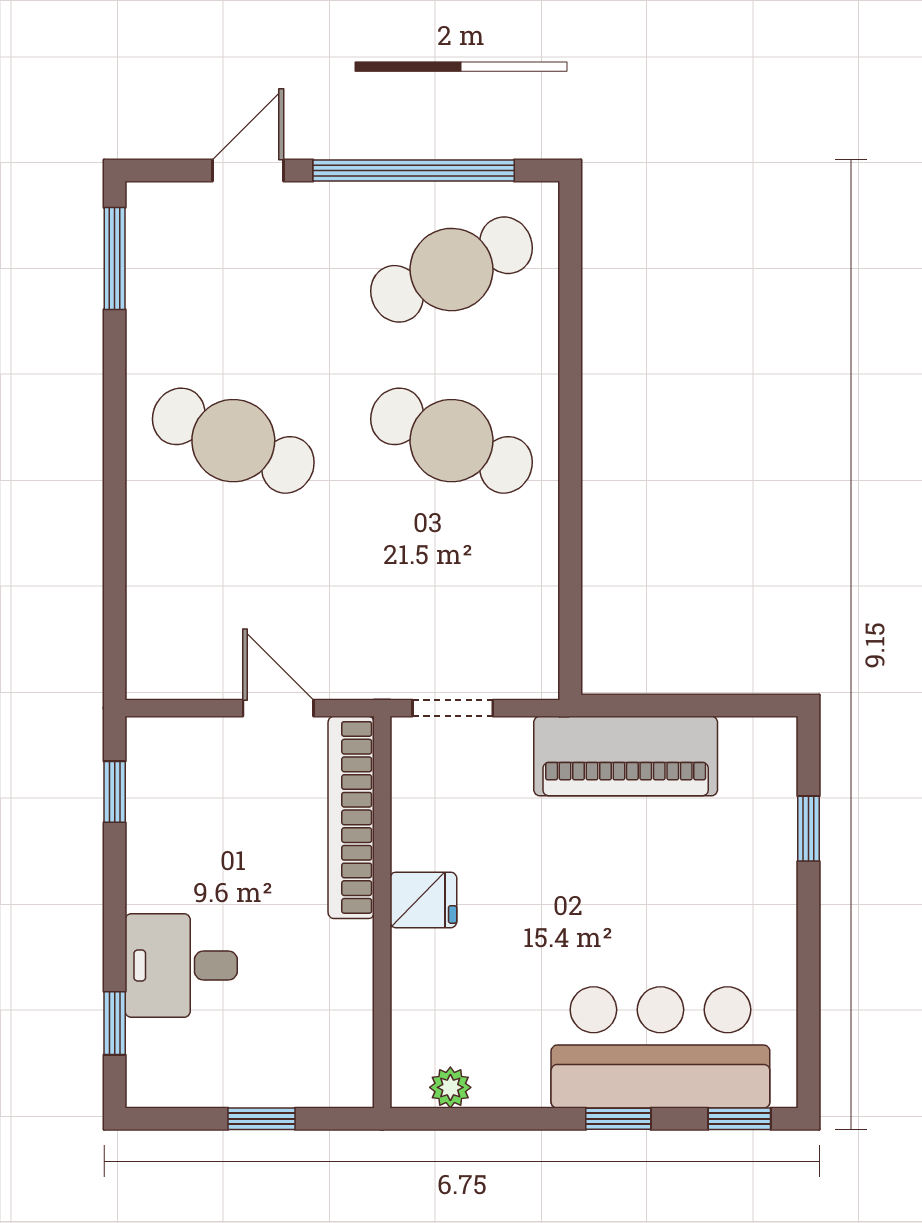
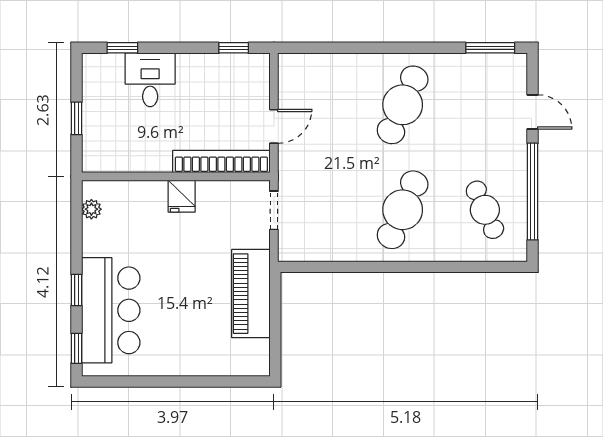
cafe table: (451, 270) -> (485, 210), width x0.73, depth x0.74
window: (809, 829) -> (216, 382), removed

